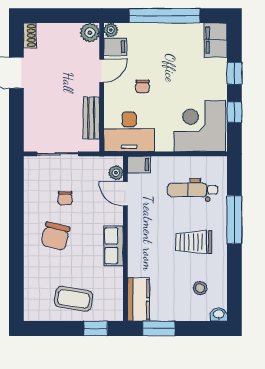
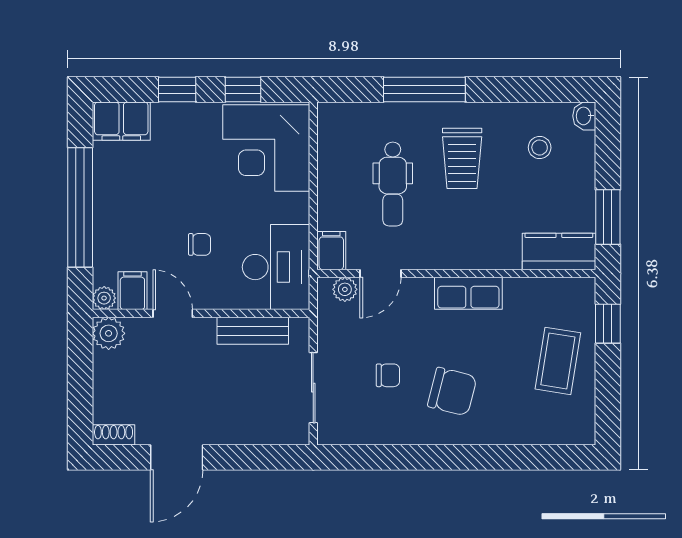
dental chair: (193, 190) -> (393, 184), moved

